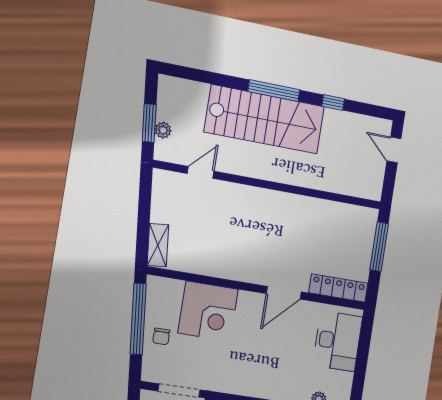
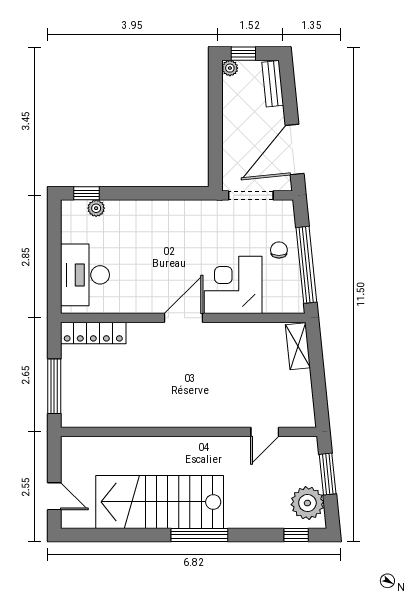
window: (333, 103) -> (296, 535), moved
stairs: (264, 119) -> (160, 502), moved
plant: (163, 130) -> (307, 503), moved, width x1.88, depth x1.88
door: (284, 293) -> (184, 318), moved

